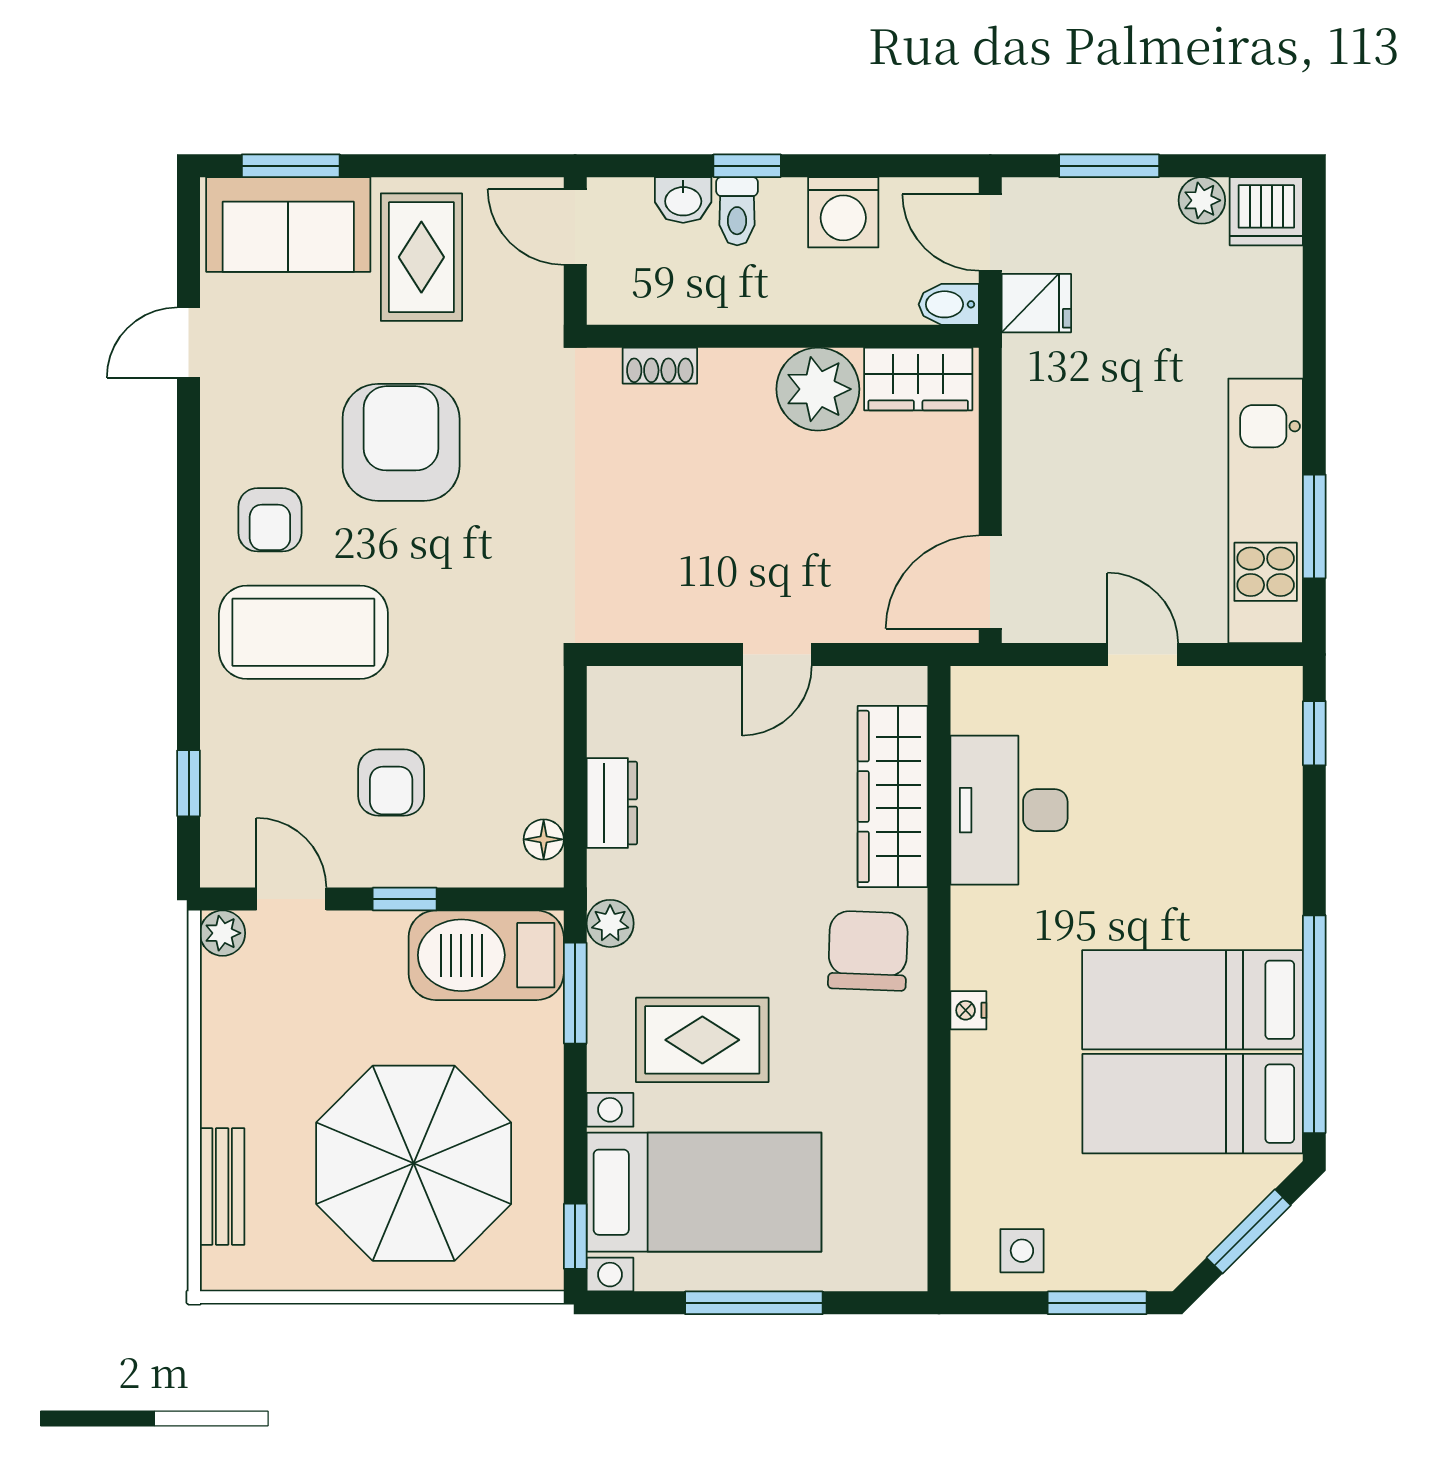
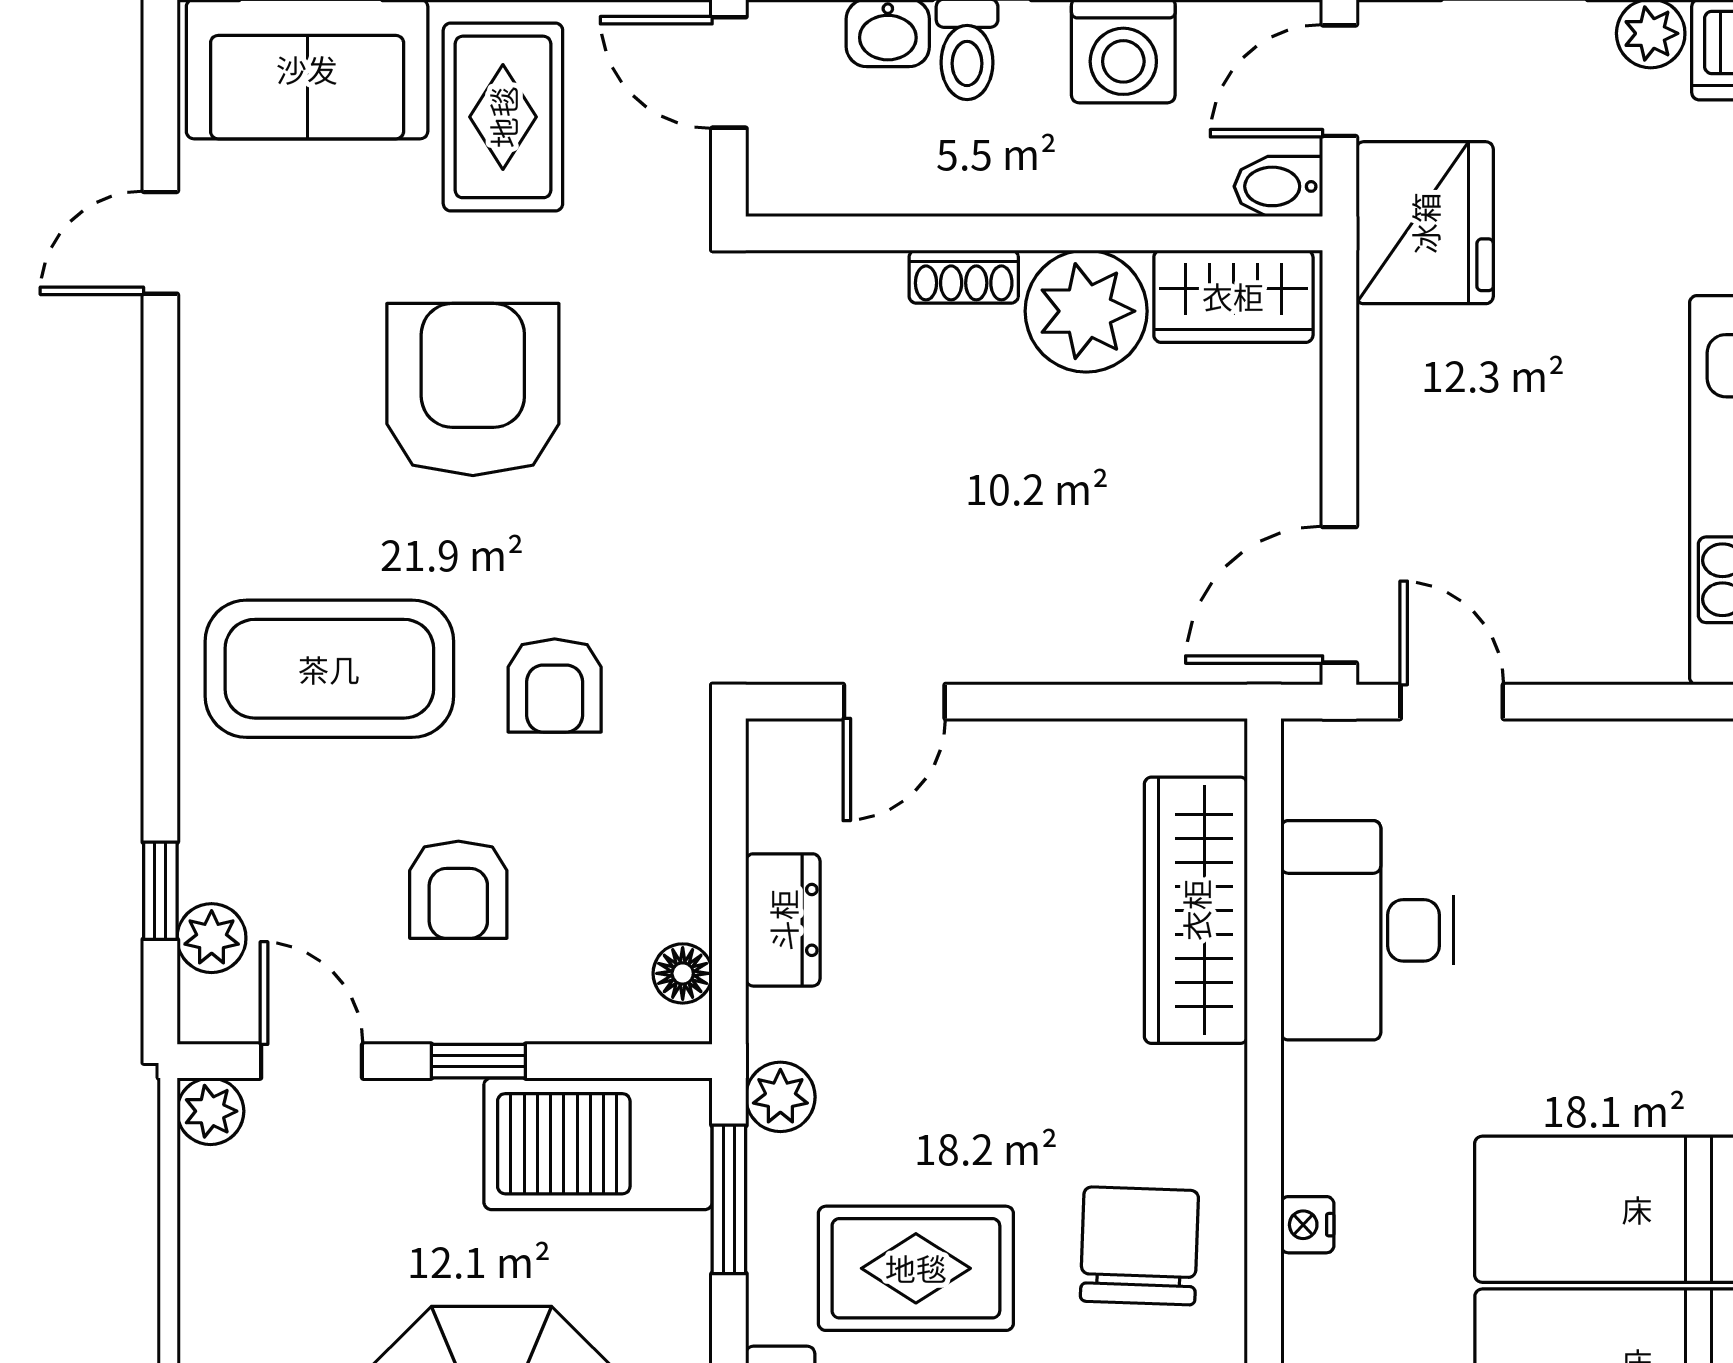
door: (990, 232) -> (1339, 81), hinge flipped
fridge: (1036, 303) -> (1425, 223), width x1.88, depth x1.34
shoe rack: (660, 366) -> (964, 277), moved
armchair: (270, 520) -> (555, 686), moved
door: (777, 655) -> (894, 702), moved
door: (1143, 655) -> (1452, 702), moved
plant: (223, 815) -> (212, 938), added
chair: (868, 951) -> (1139, 1246), moved

